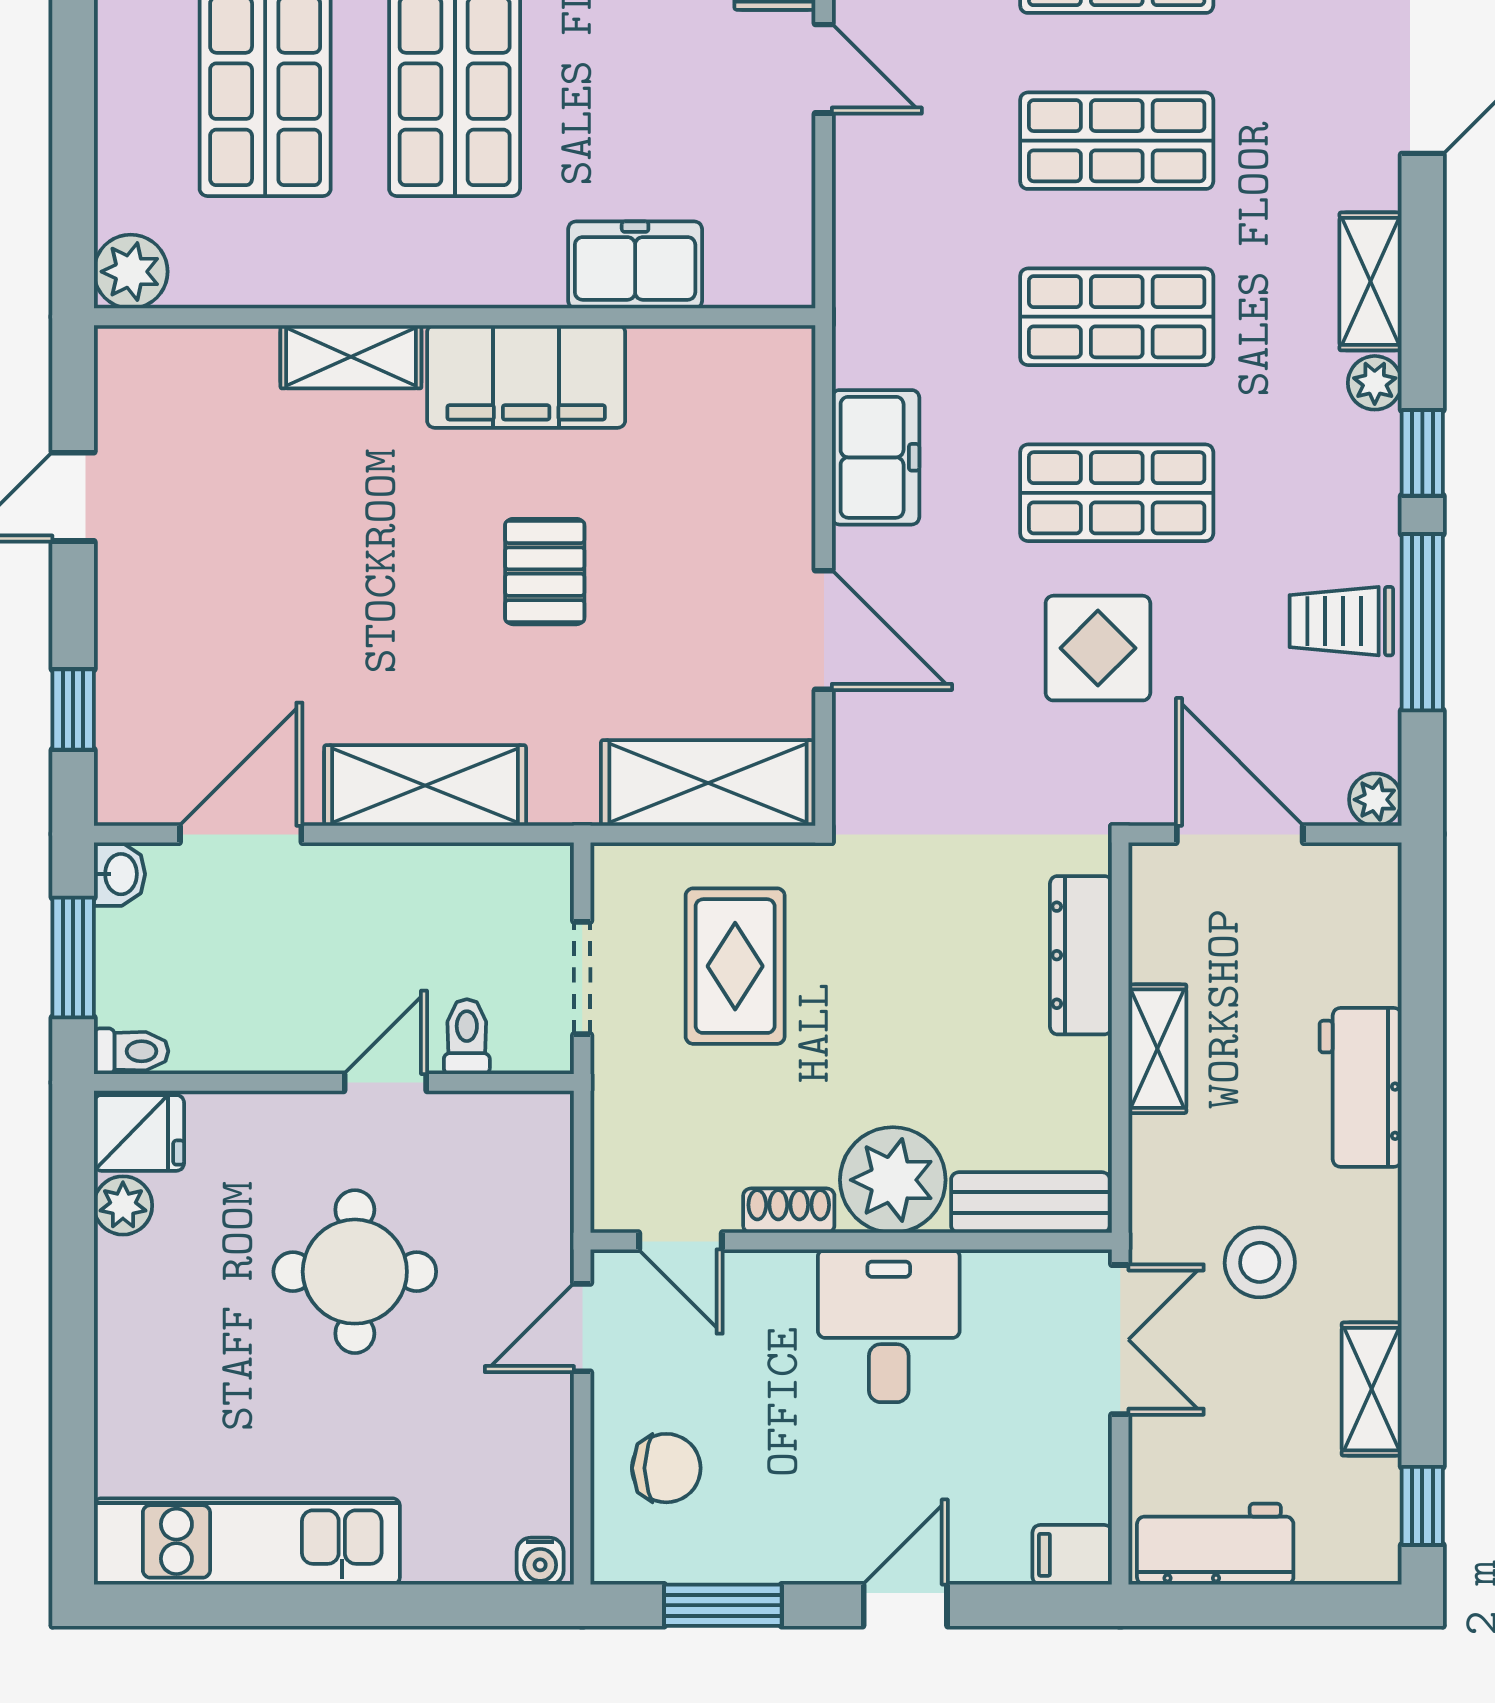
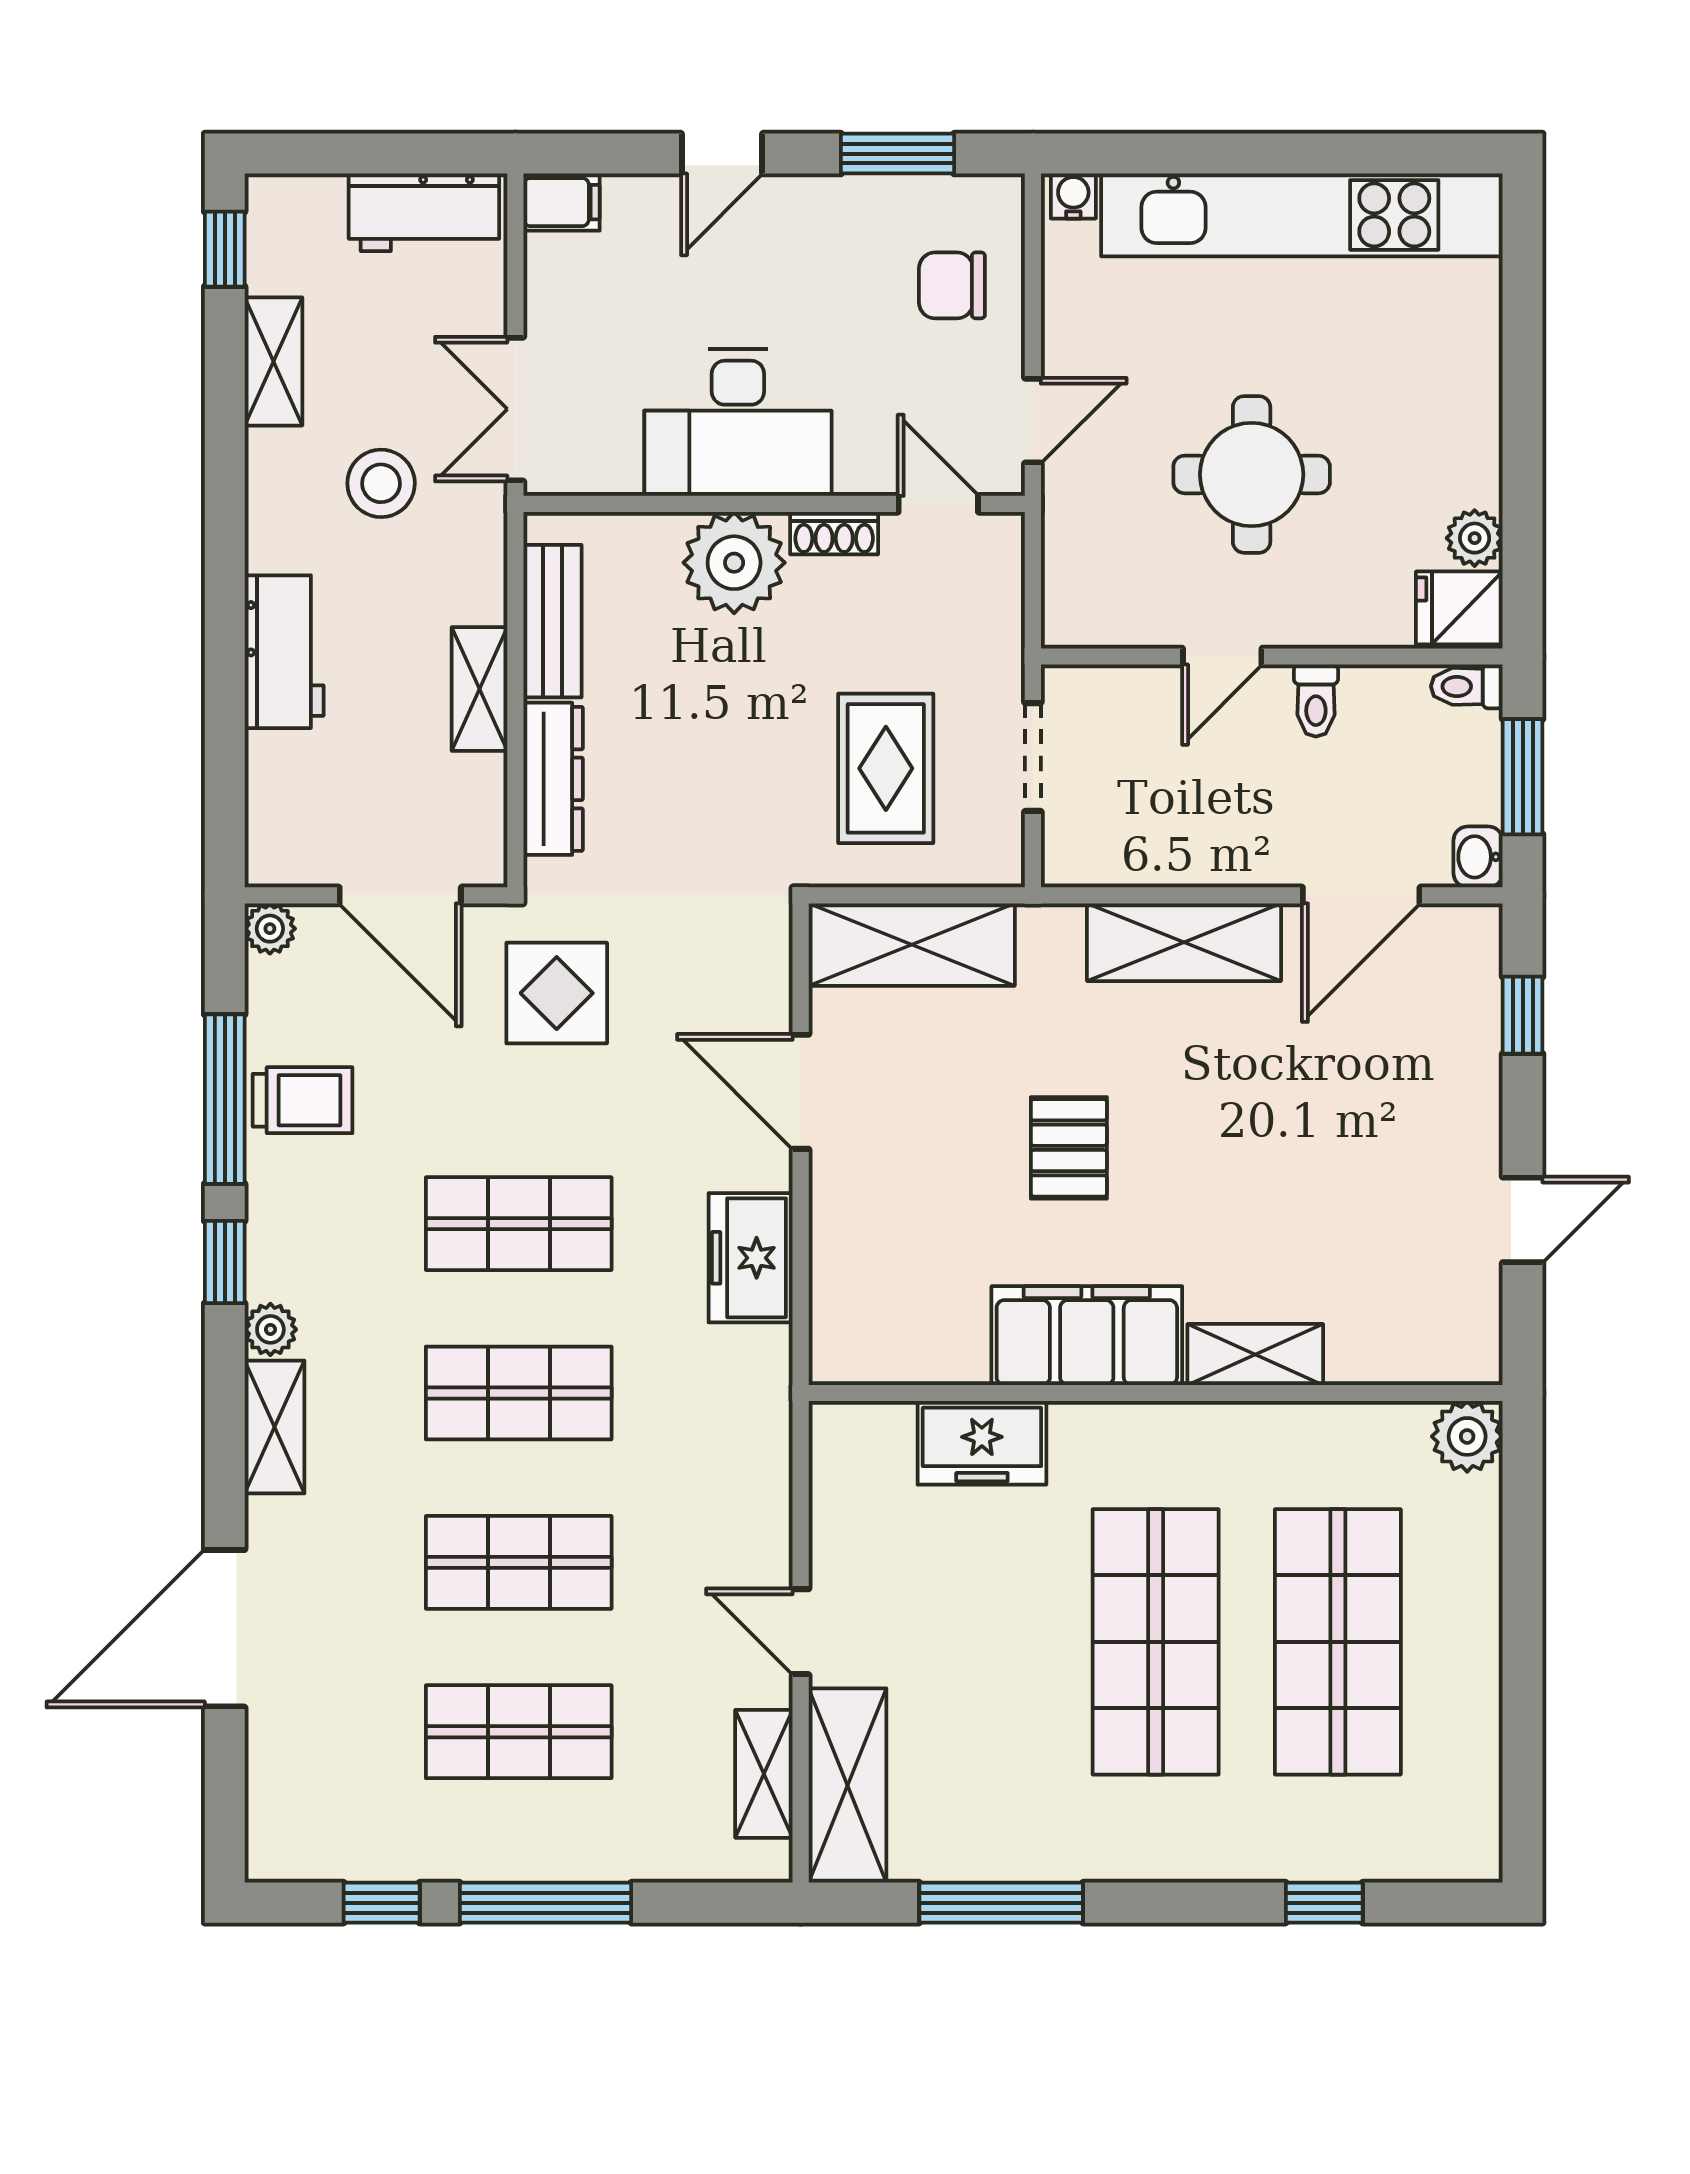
display table: (1098, 648) -> (557, 993), moved
toilet: (467, 1037) -> (1316, 701), moved
bench: (1030, 1202) -> (552, 621), moved, turned 90
desk: (889, 1326) -> (738, 422), width x1.37
kitchen unit: (247, 1541) -> (1302, 215), width x1.36

